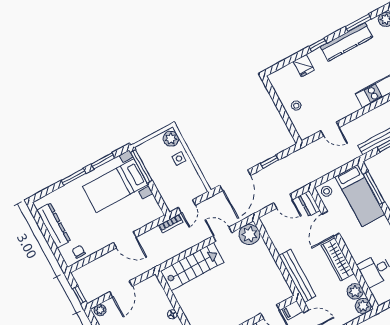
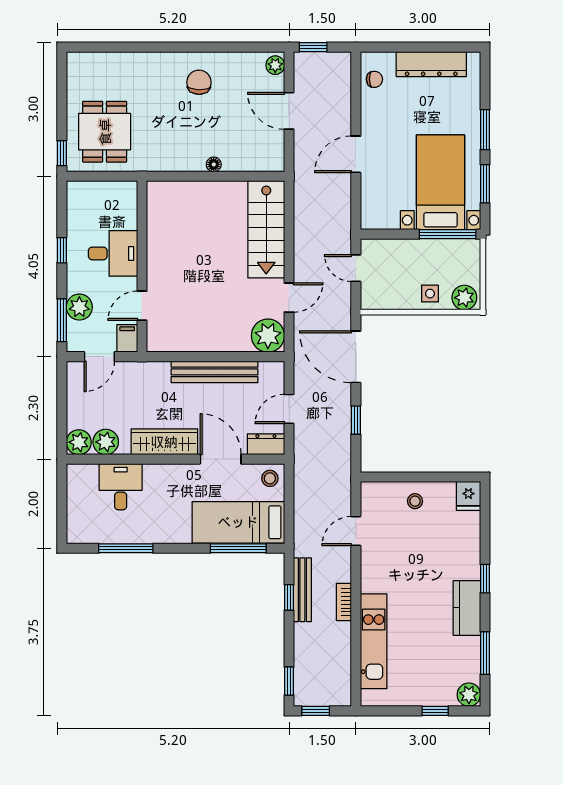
kitchen counter: (347, 42) -> (467, 608), width x0.67
fridge: (304, 66) -> (468, 496), moved, turned -90
bookcase: (171, 224) -> (344, 602), moved
bench: (297, 276) -> (215, 372), moved

